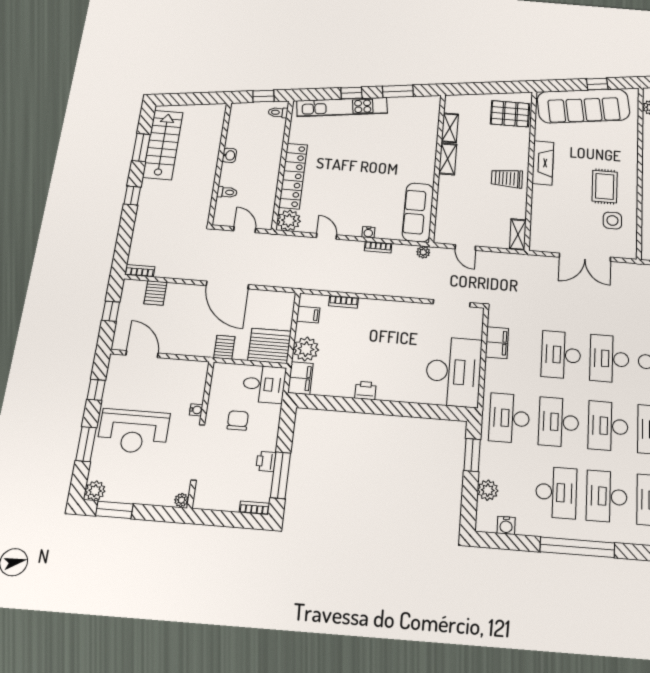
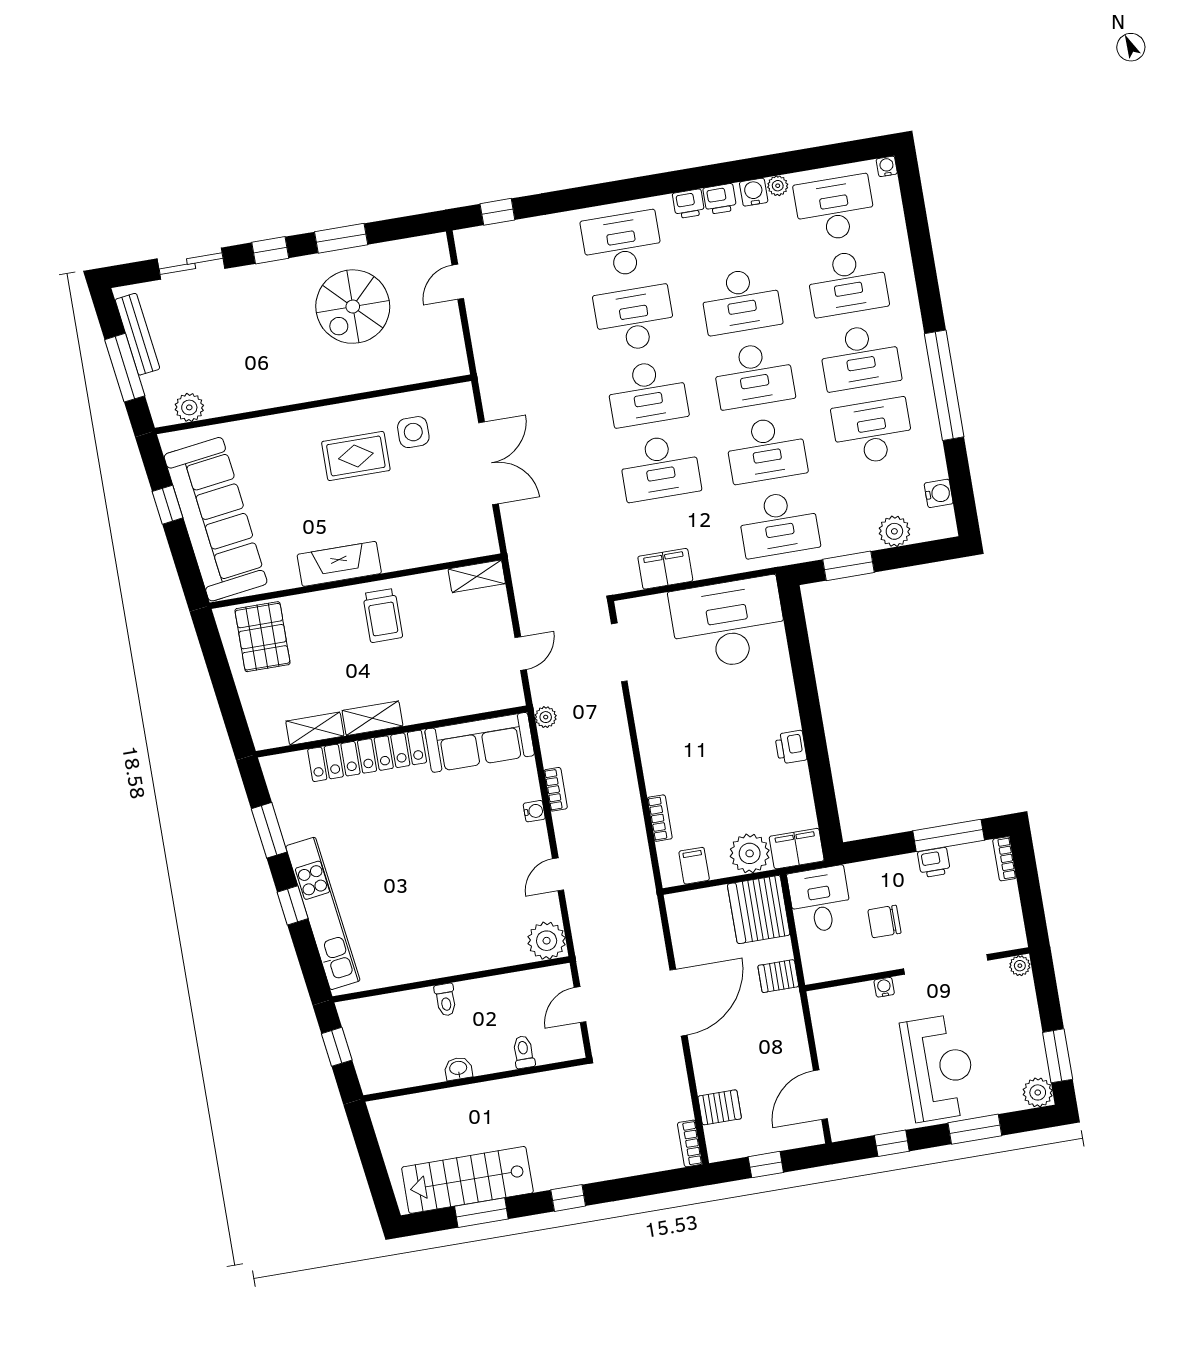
toilet: (278, 112) -> (446, 1000), moved
locker: (293, 176) -> (367, 756), moved, turned 180

